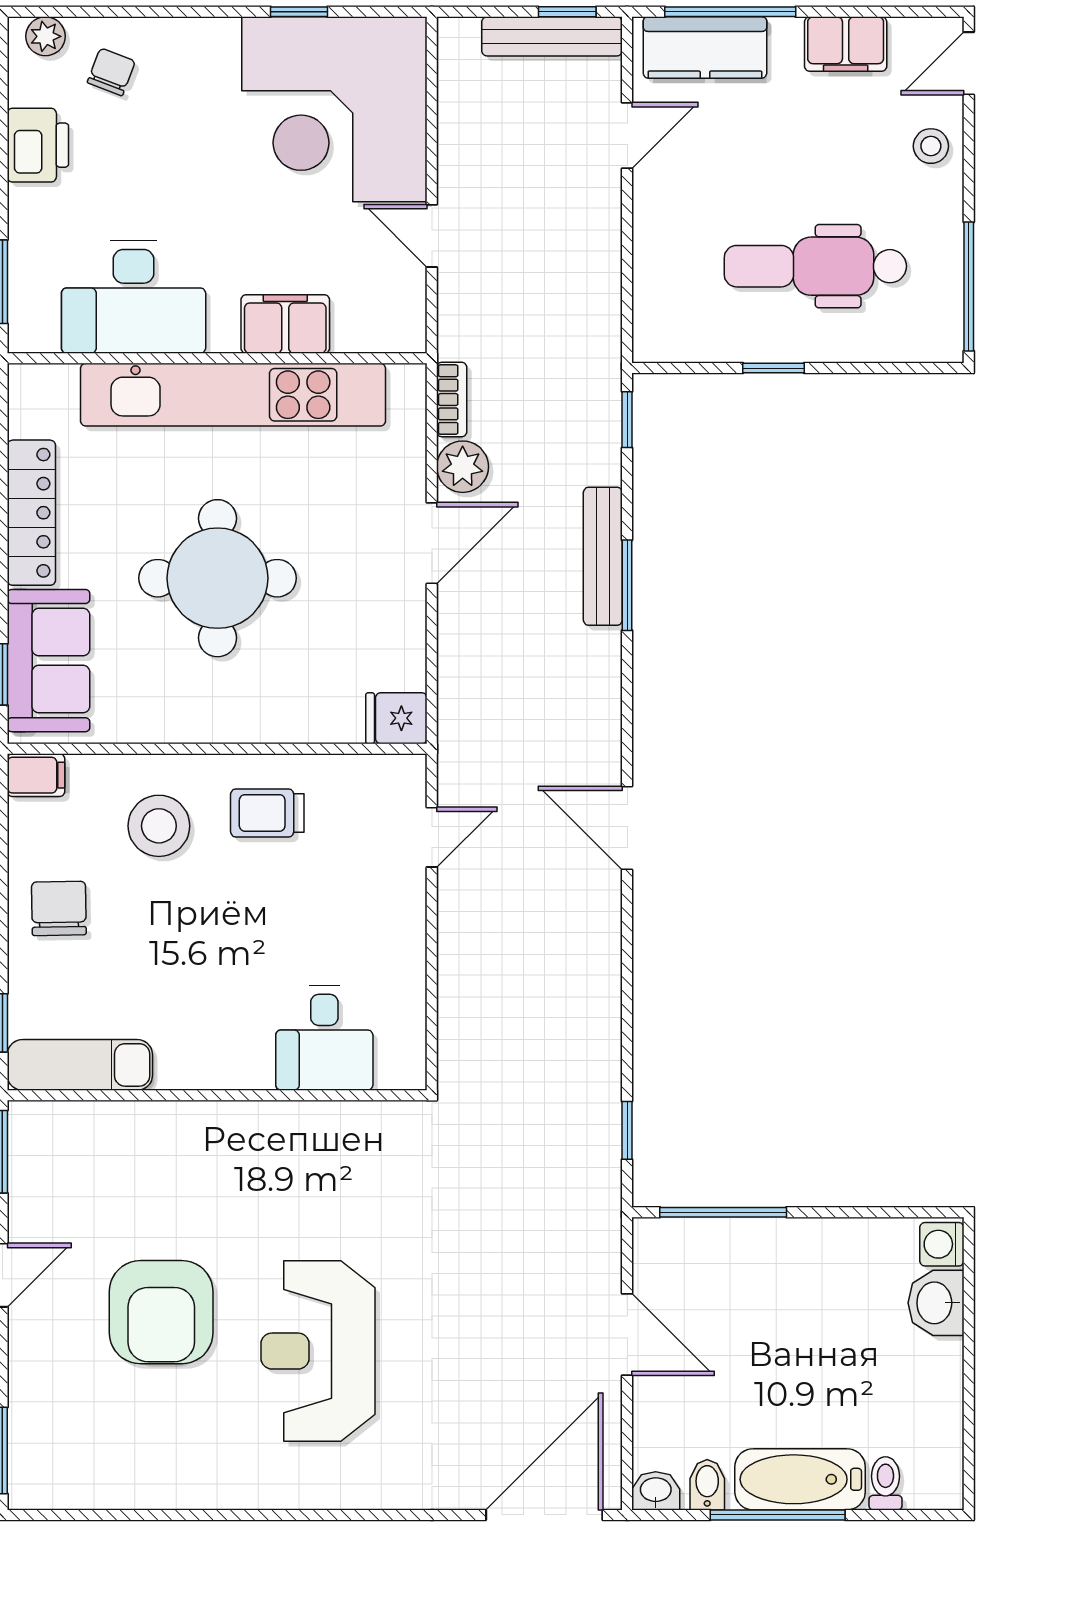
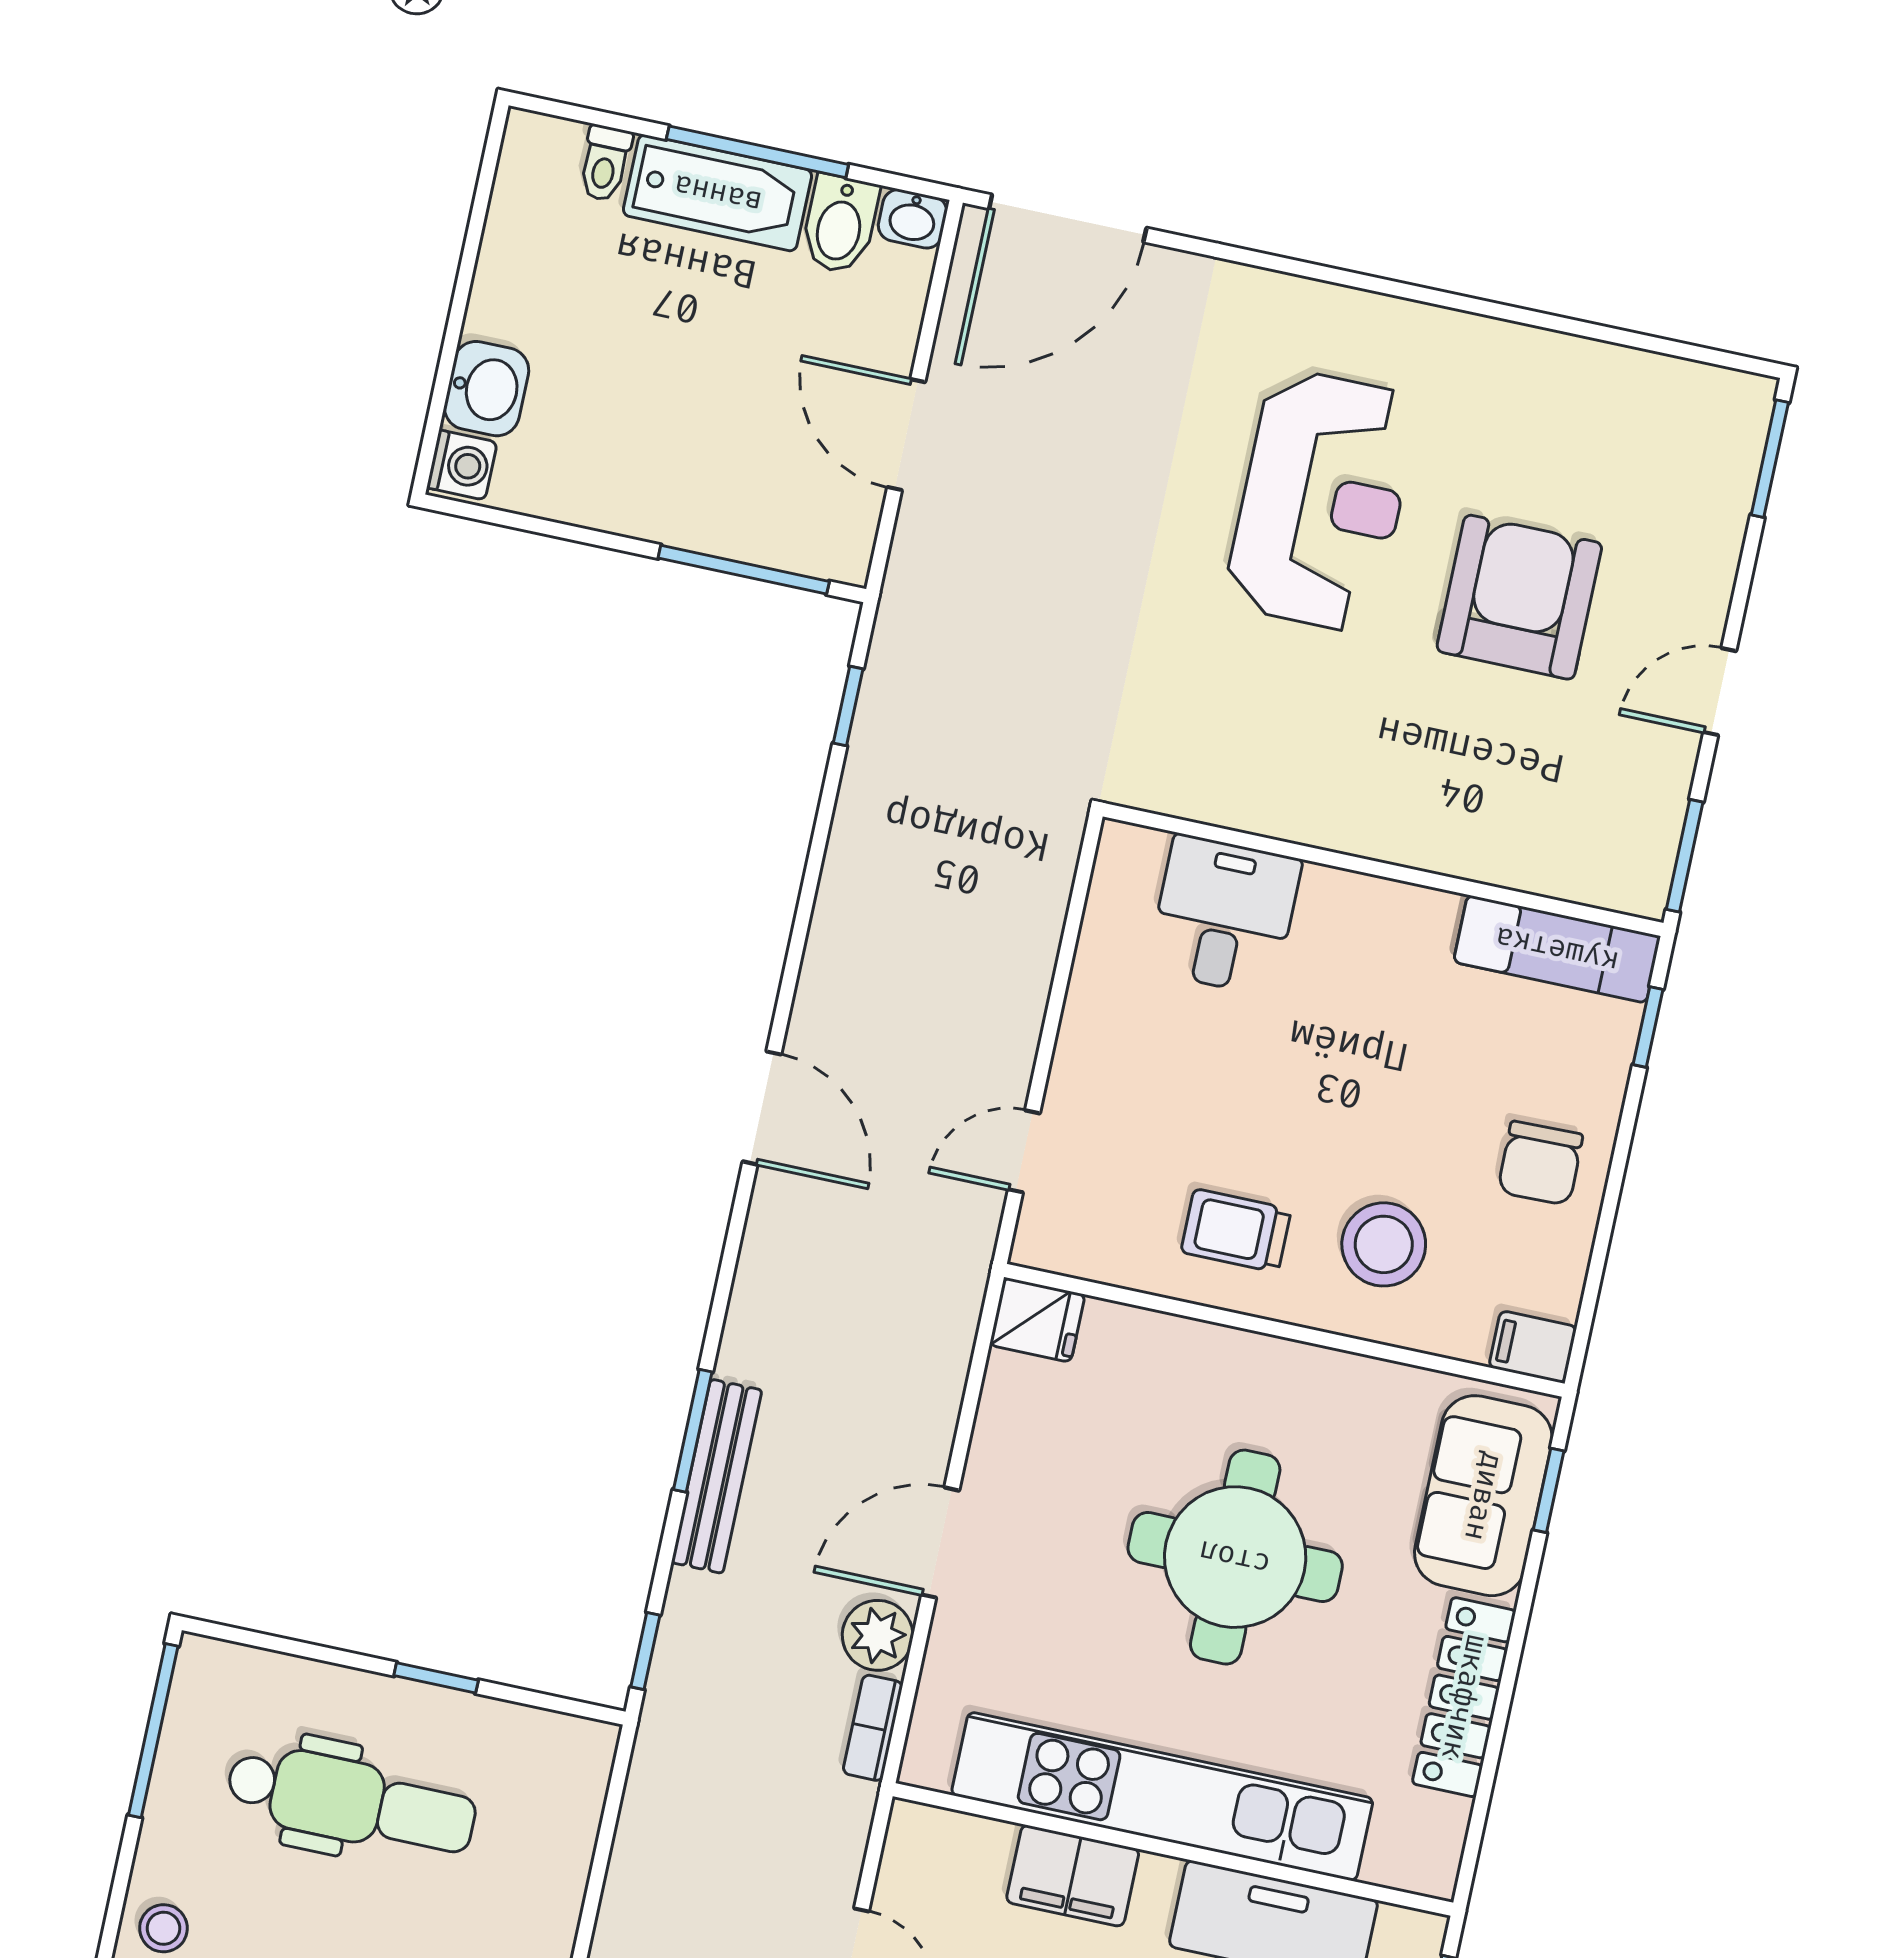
trolley: (267, 813) -> (1236, 1231), turned 180
bidet: (707, 1485) -> (840, 224), width x1.38, depth x1.36

